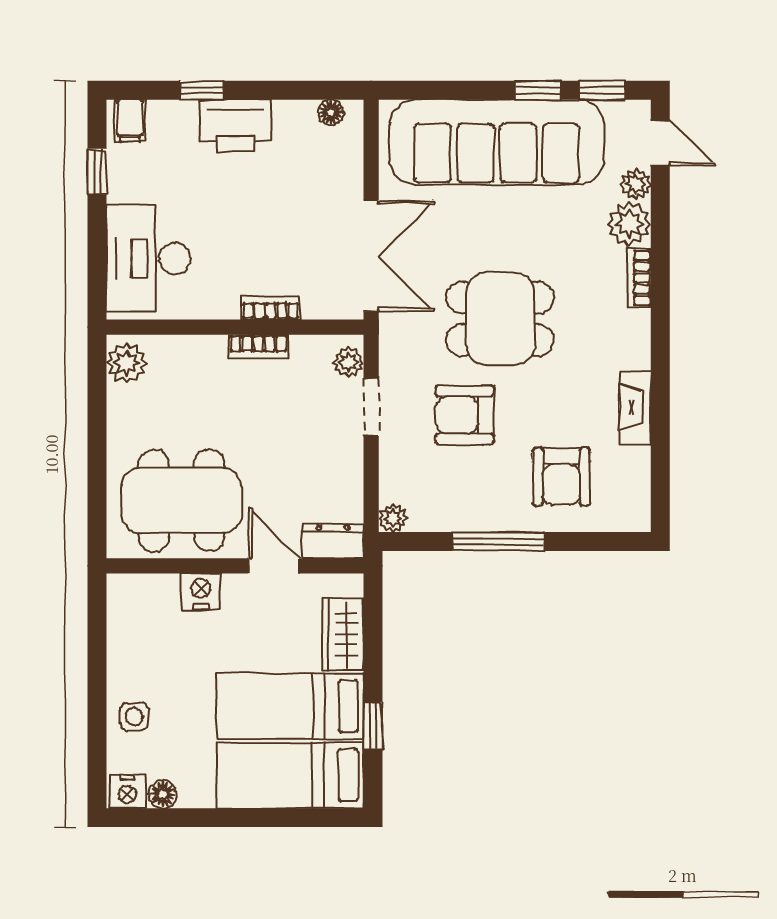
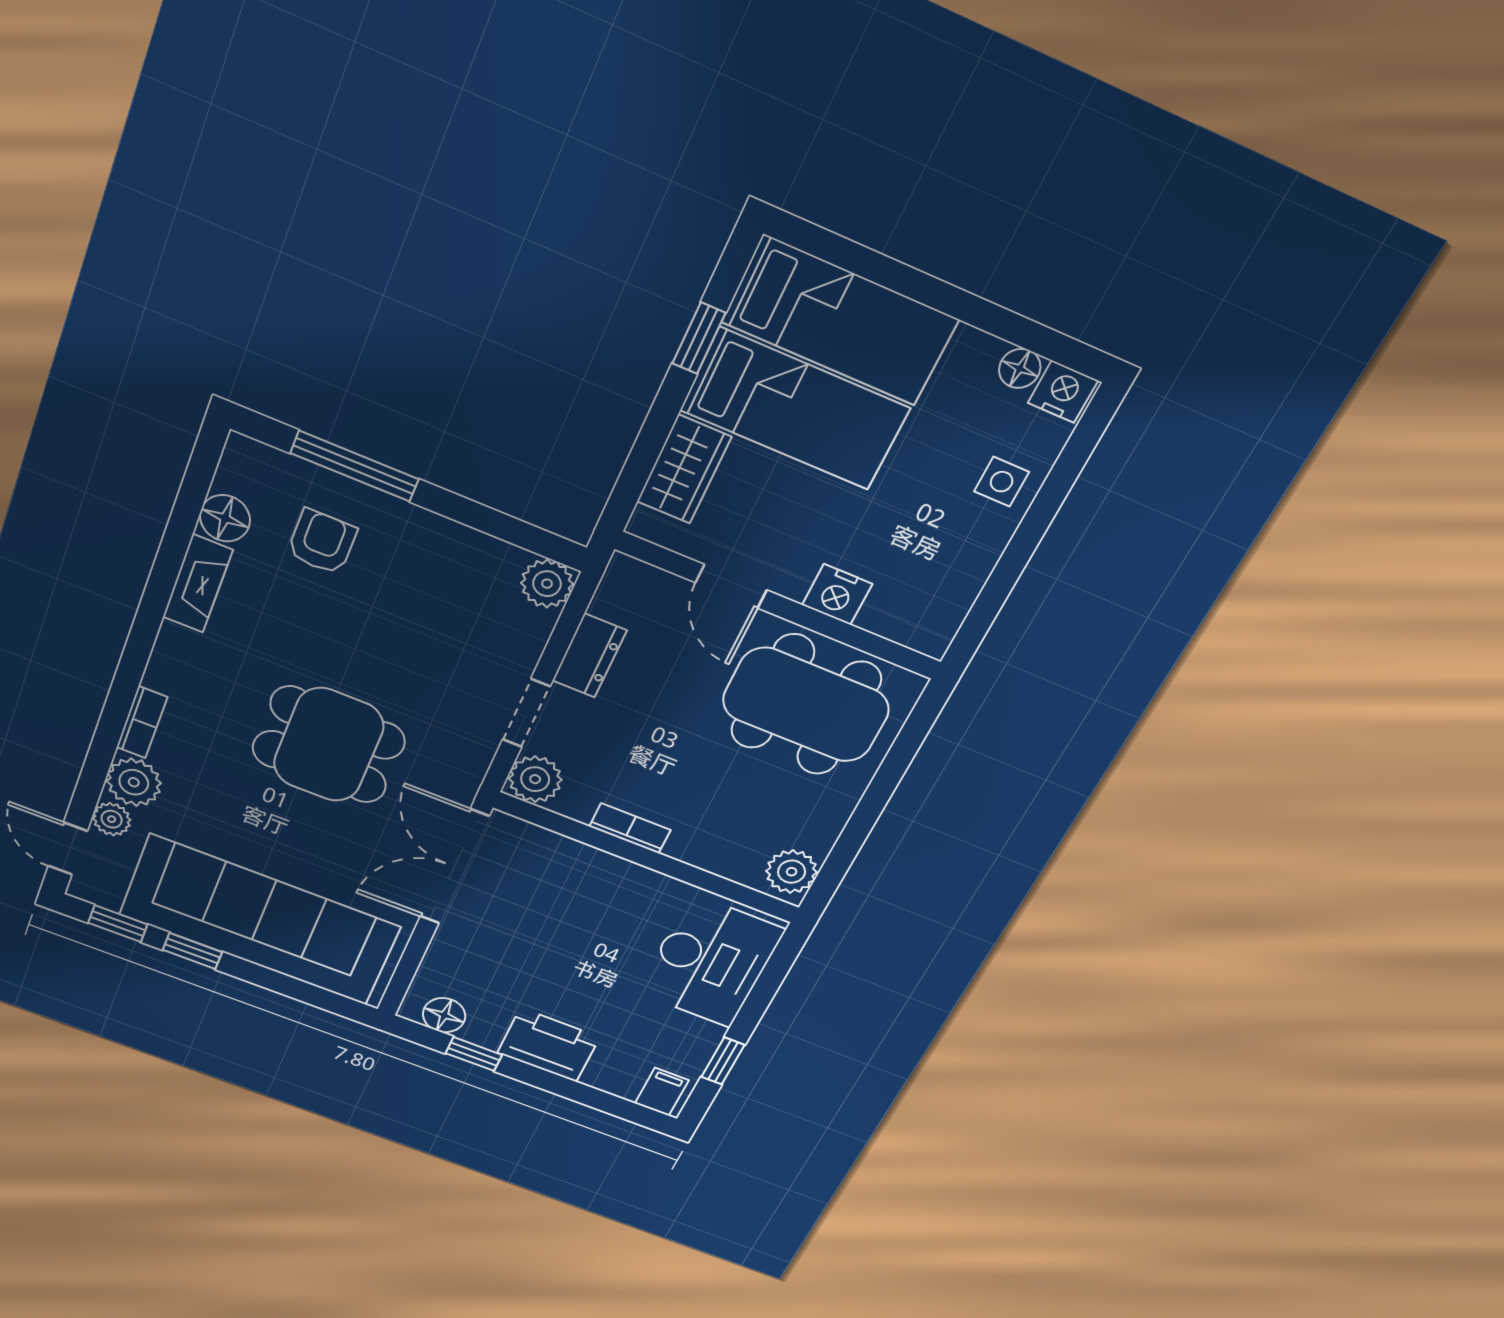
window: (202, 90) -> (474, 1054), moved
floor lamp: (331, 112) -> (444, 1015), width x1.37, depth x1.37
bookcase: (271, 308) -> (596, 861), removed
plant: (349, 362) -> (535, 779), width x1.38, depth x1.38
armchair: (465, 415) -> (415, 660), removed
floor lamp: (633, 465) -> (225, 518), added
armchair: (561, 477) -> (322, 542), width x0.72, depth x0.72
plant: (393, 518) -> (547, 584), width x1.38, depth x1.38
dresser: (333, 541) -> (589, 656), moved, turned -90
window: (499, 542) -> (355, 466), moved

